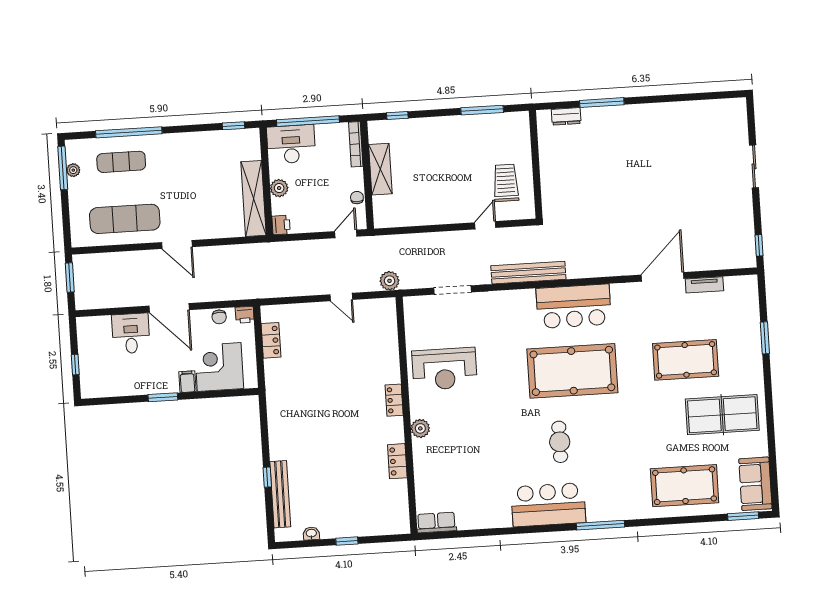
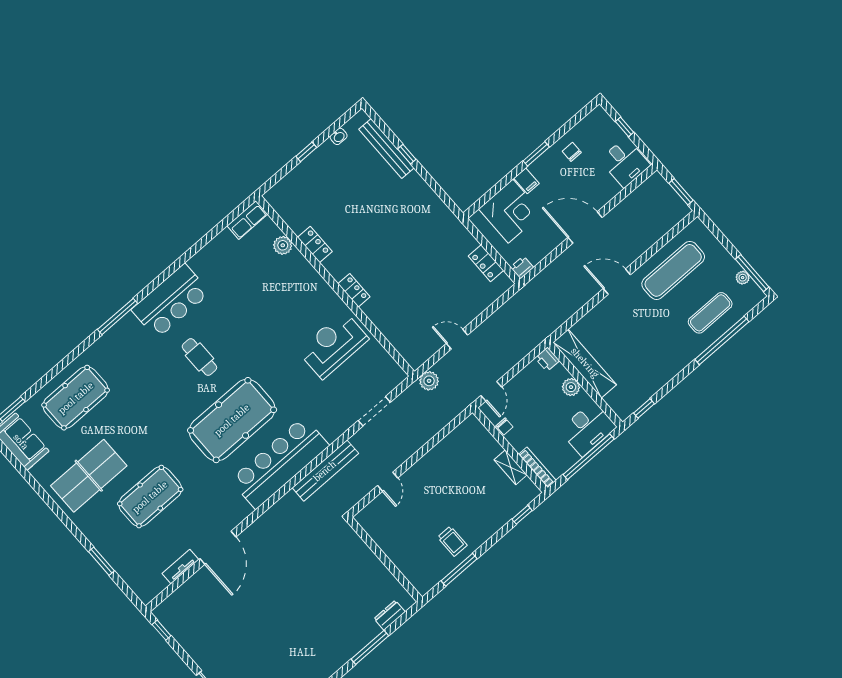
shelving: (380, 169) -> (511, 467), width x0.67, depth x0.75
trolley: (506, 183) -> (452, 541), moved, width x0.73, depth x0.72
bar counter: (574, 306) -> (280, 463), width x1.36
chair: (219, 317) -> (572, 152), moved
desk: (131, 333) -> (625, 162), moved
plant: (420, 428) -> (283, 245), moved

